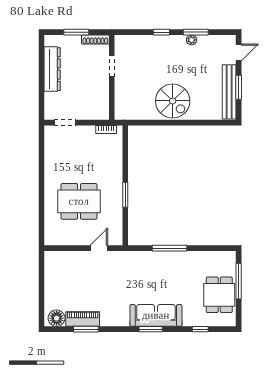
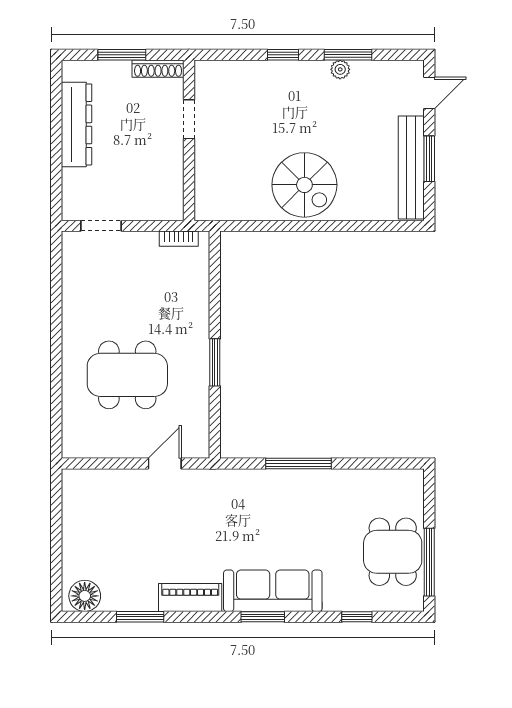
window: (239, 281) -> (429, 562), moved
piano: (83, 319) -> (190, 598), moved

